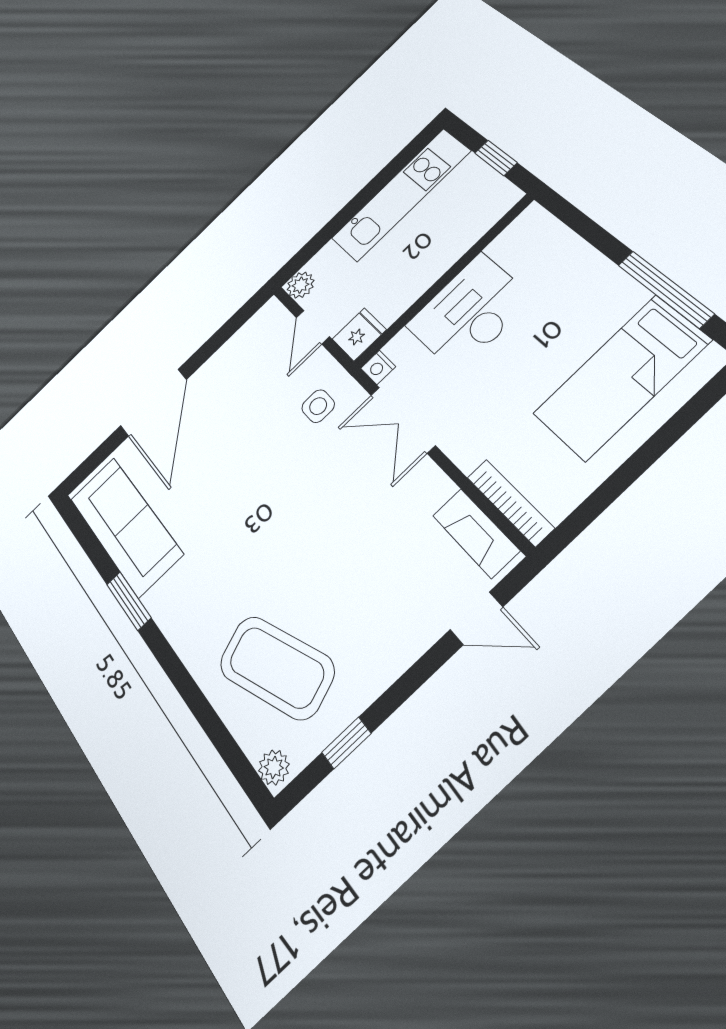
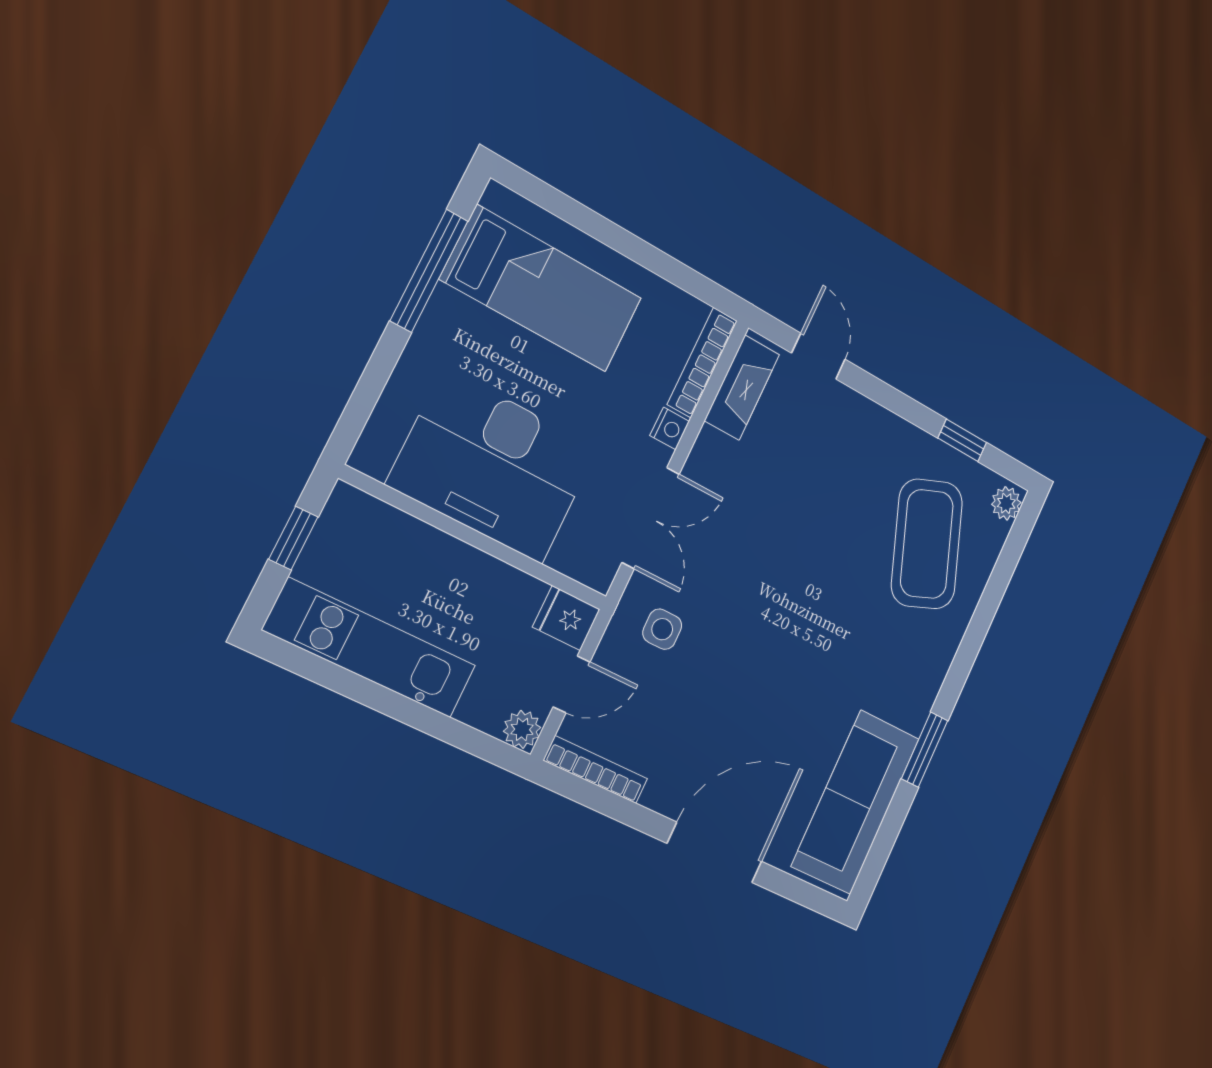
desk: (469, 312) -> (493, 466), width x1.36, depth x1.30
bookcase: (249, 330) -> (596, 770), added
nightstand: (378, 367) -> (670, 428), moved

